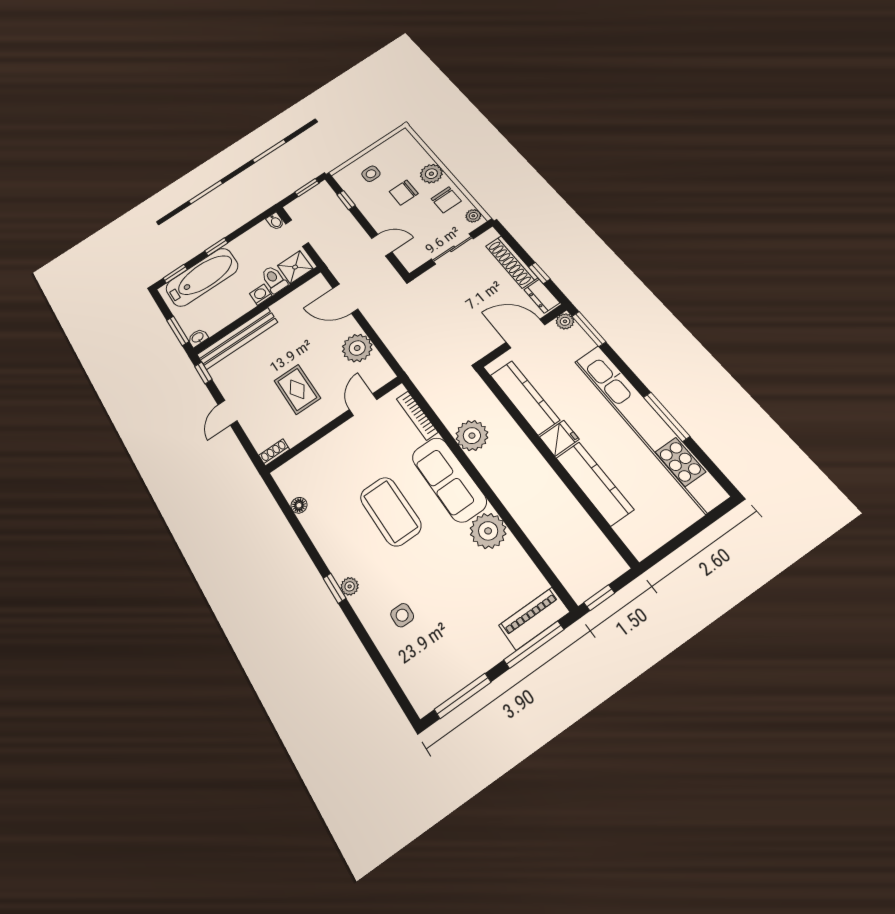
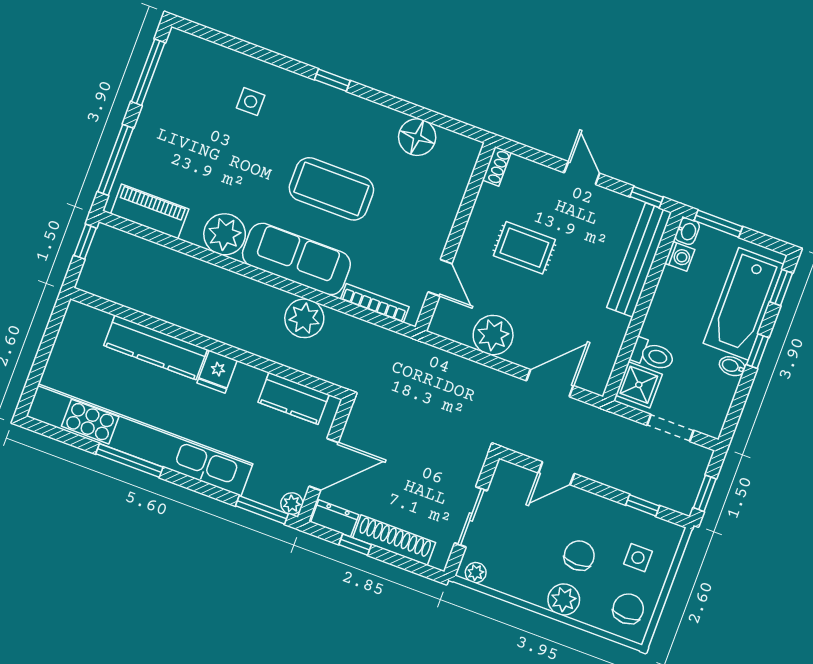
chair: (446, 200) -> (628, 609), moved, turned 90
bidet: (275, 221) -> (732, 366), moved
washing machine: (261, 295) -> (680, 256), moved
kitchen counter: (525, 397) -> (294, 398), width x0.67
floor lamp: (299, 505) -> (417, 137), width x1.89, depth x1.89
plant: (350, 586) -> (319, 92), removed
piano: (534, 619) -> (150, 211), moved, turned -90

